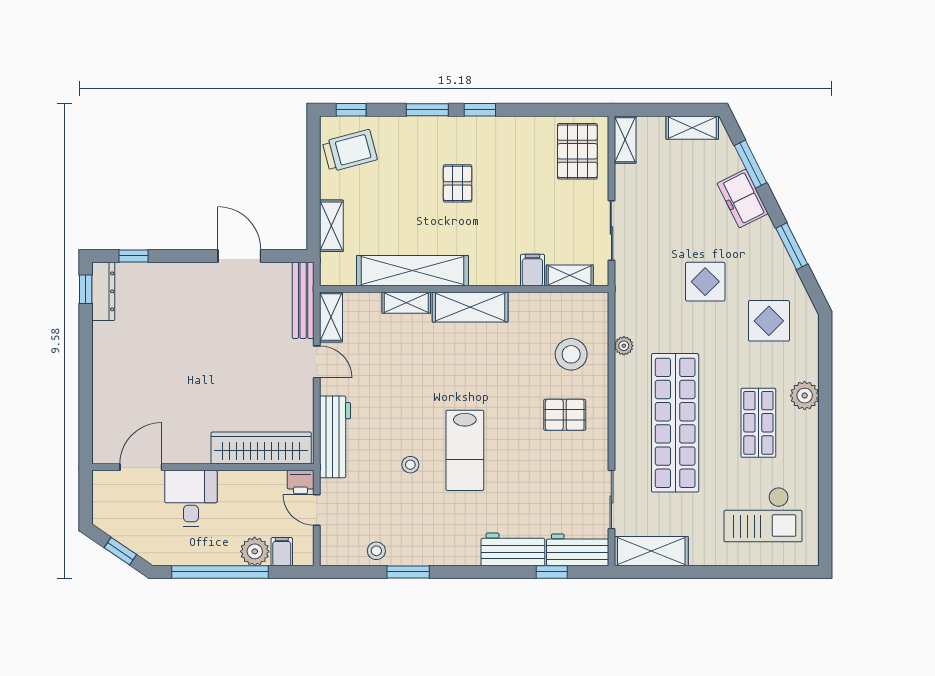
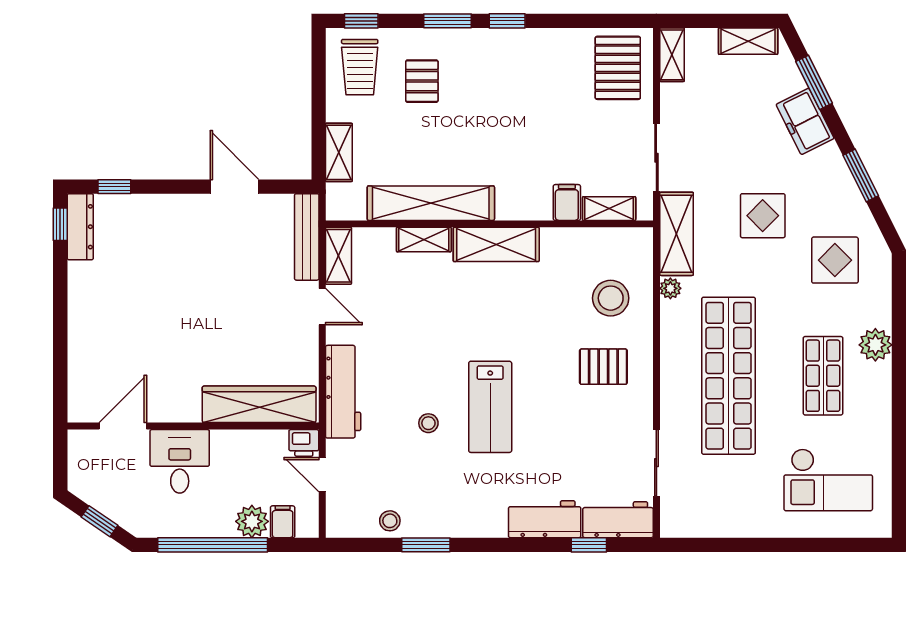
trolley: (350, 151) -> (360, 67), turned 105
pallet: (458, 183) -> (422, 81), moved
shelving: (651, 551) -> (677, 234), moved, turned 90

